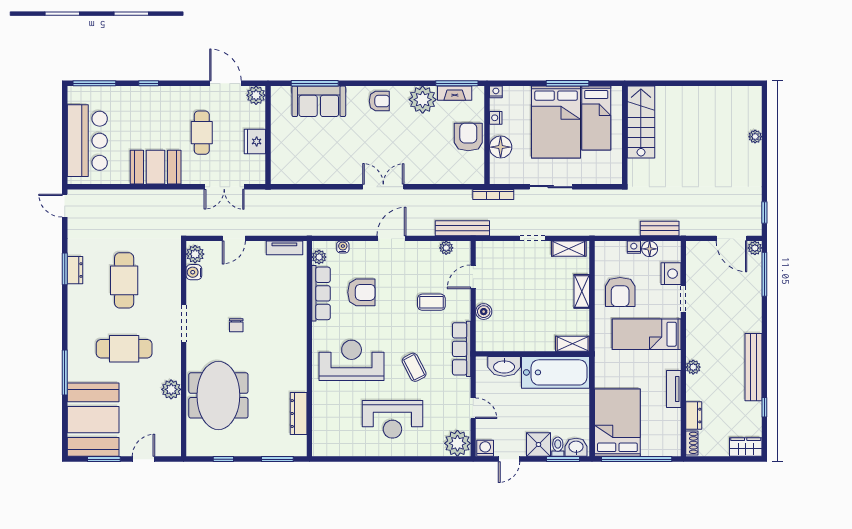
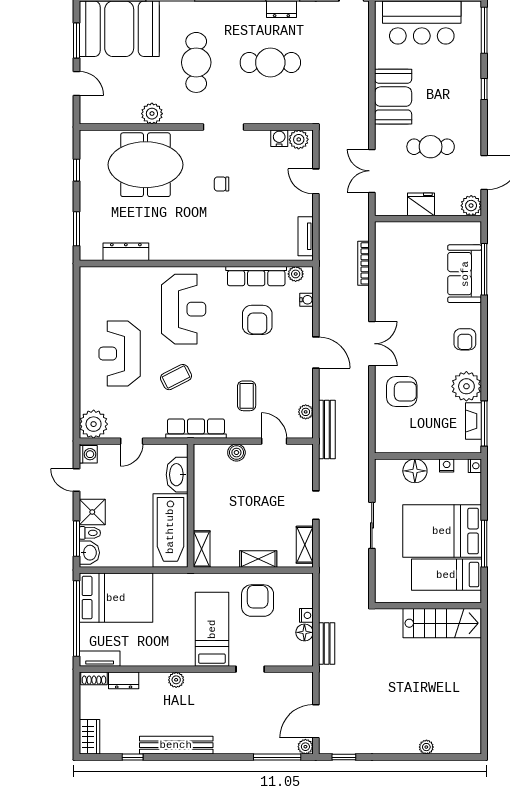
armchair: (468, 137) -> (402, 391), moved
bookcase: (493, 194) -> (363, 263), moved
nightstand: (671, 274) -> (278, 656), removed
armchair: (620, 292) -> (258, 601), turned 90
tv unit: (674, 389) -> (100, 659), moved

